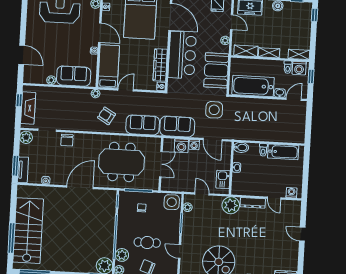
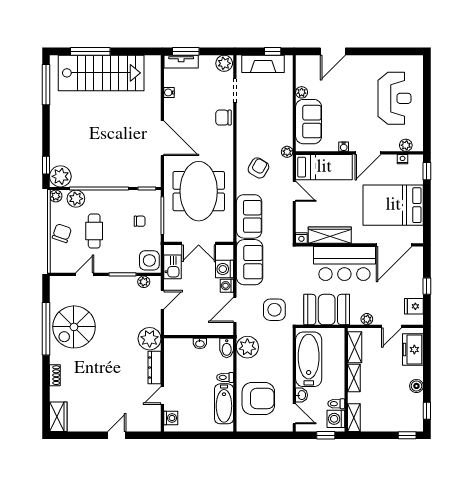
armchair: (280, 126) -> (258, 398), added
plant: (241, 132) -> (247, 347), added
kitchen sink: (223, 179) -> (173, 267), moved, turned 90

